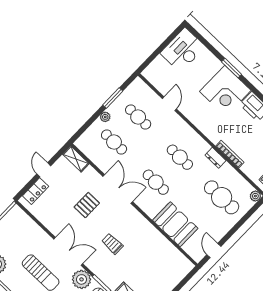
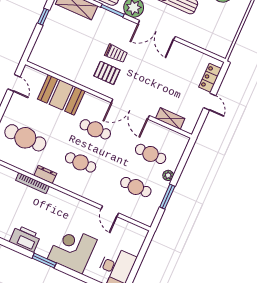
window: (232, 68) -> (44, 261), moved
corner desk: (225, 91) -> (72, 249), moved
shelving: (76, 159) -> (170, 119), moved
pallet: (87, 205) -> (107, 73), moved, turned 90

